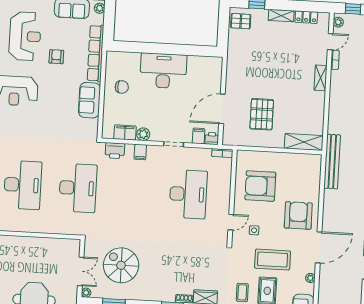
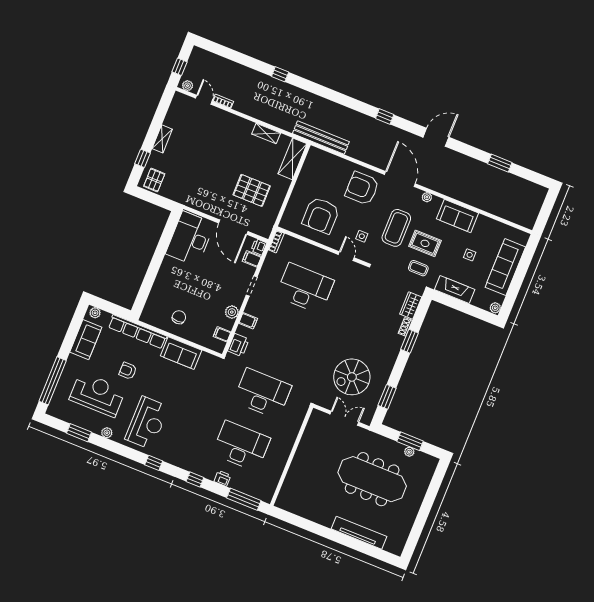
locker: (306, 17) -> (172, 115), removed
desk: (163, 71) -> (190, 239), moved
shelving: (321, 78) -> (266, 133), moved
filing cabinet: (125, 132) -> (222, 334), width x0.50
plant: (86, 293) -> (367, 420), removed

